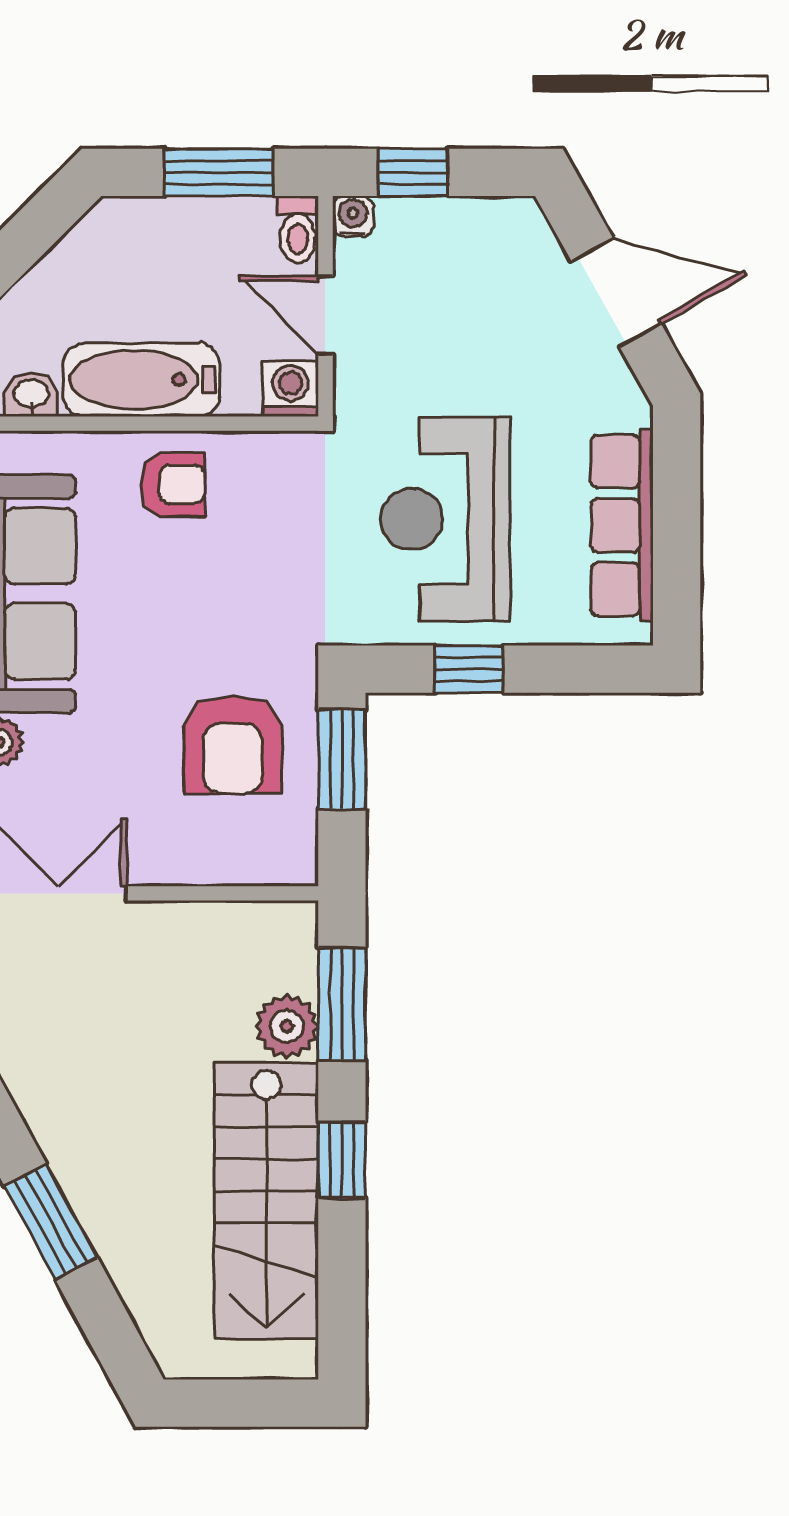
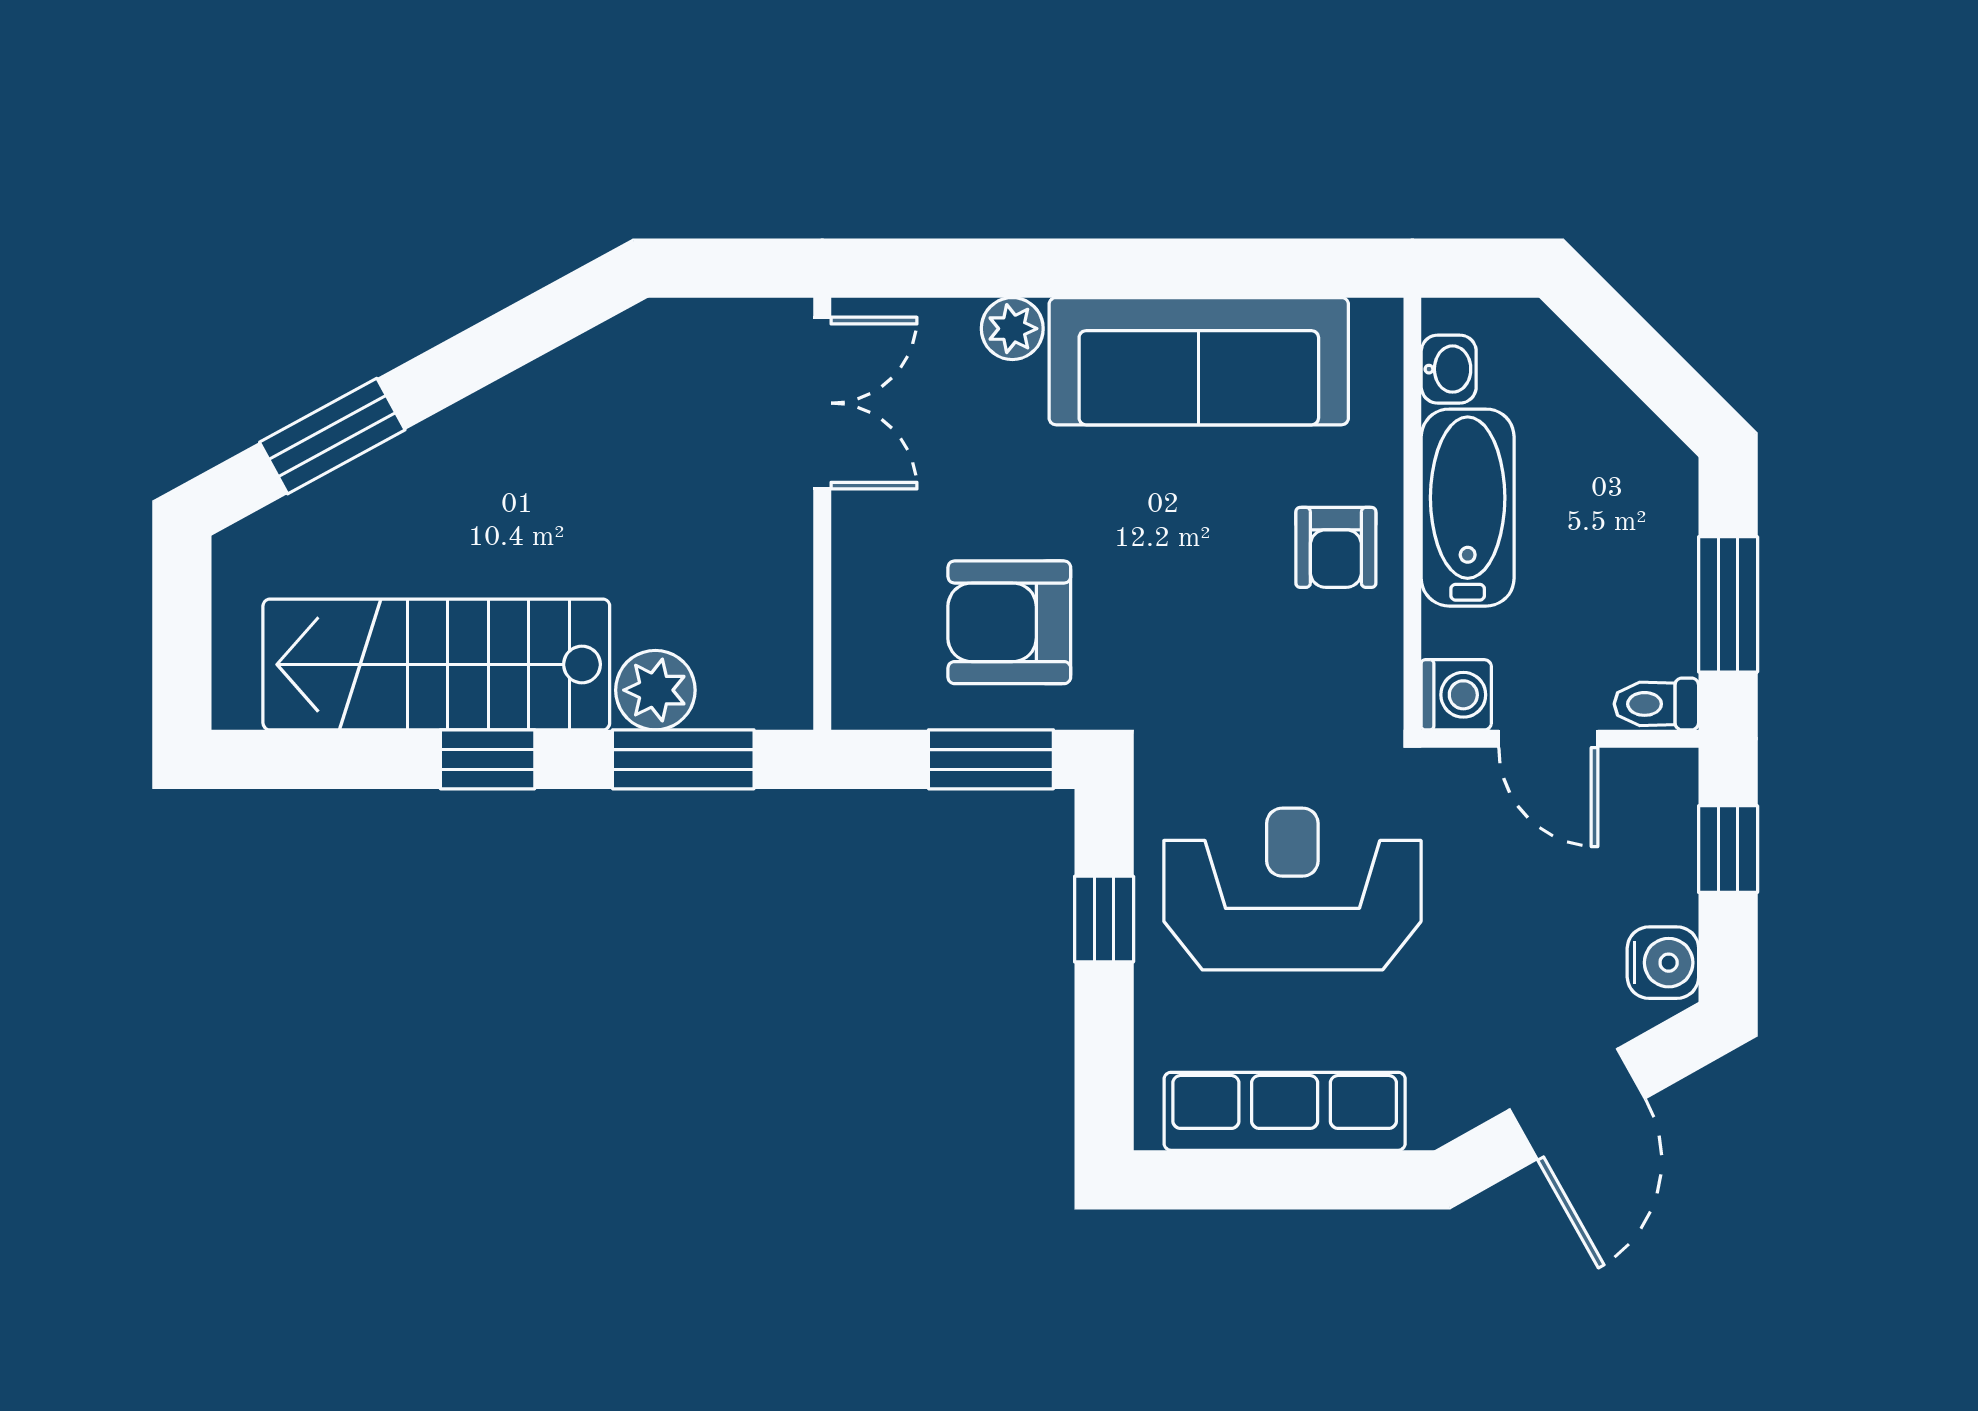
water cooler: (353, 216) -> (1663, 963), moved, width x1.38, depth x1.38
door: (325, 315) -> (1548, 739), swing flipped
window: (51, 1222) -> (332, 436), moved

